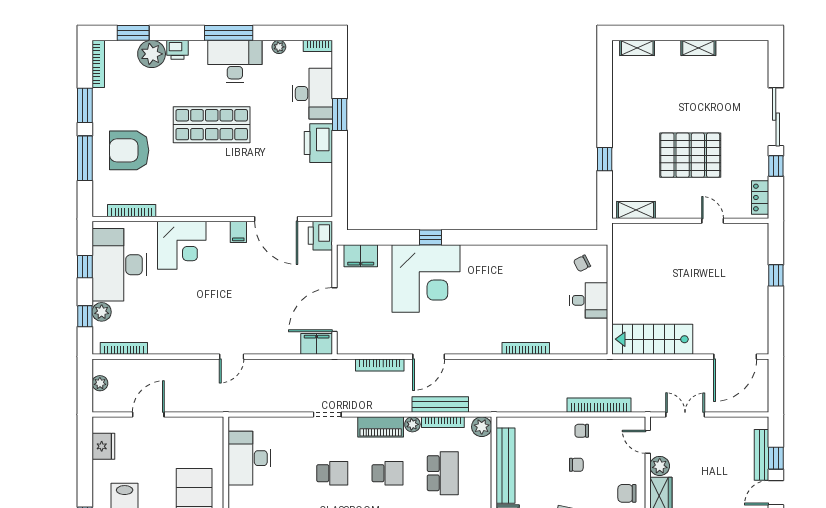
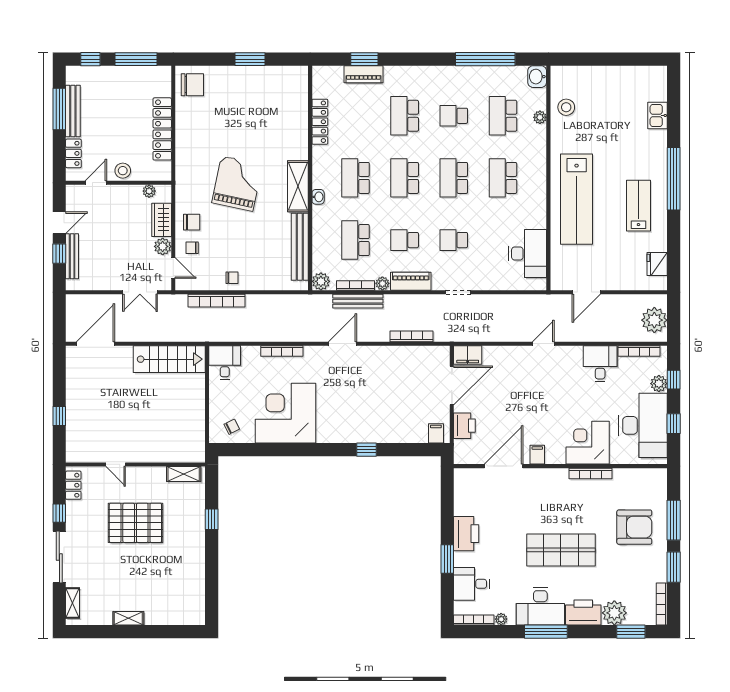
bookcase: (318, 46) -> (474, 620), width x1.56
shelving: (637, 48) -> (73, 603), moved, turned 90
printer: (177, 50) -> (583, 613), width x1.87, depth x1.48
desk: (312, 94) -> (472, 584), width x0.73
bookcase: (132, 211) -> (590, 474), moved
door: (276, 219) -> (504, 466), hinge flipped
printer: (320, 236) -> (464, 426), moved
filing cabinet: (361, 256) -> (436, 433), width x0.50
corner desk: (426, 279) -> (285, 413), moved
desk: (589, 300) -> (225, 363), moved, turned 90
desk: (168, 334) -> (600, 364), added
door: (429, 357) -> (343, 344), moved
plant: (100, 383) -> (654, 320), width x1.88, depth x1.88
door: (148, 415) -> (586, 292), moved
chair: (576, 465) -> (192, 248), moved

